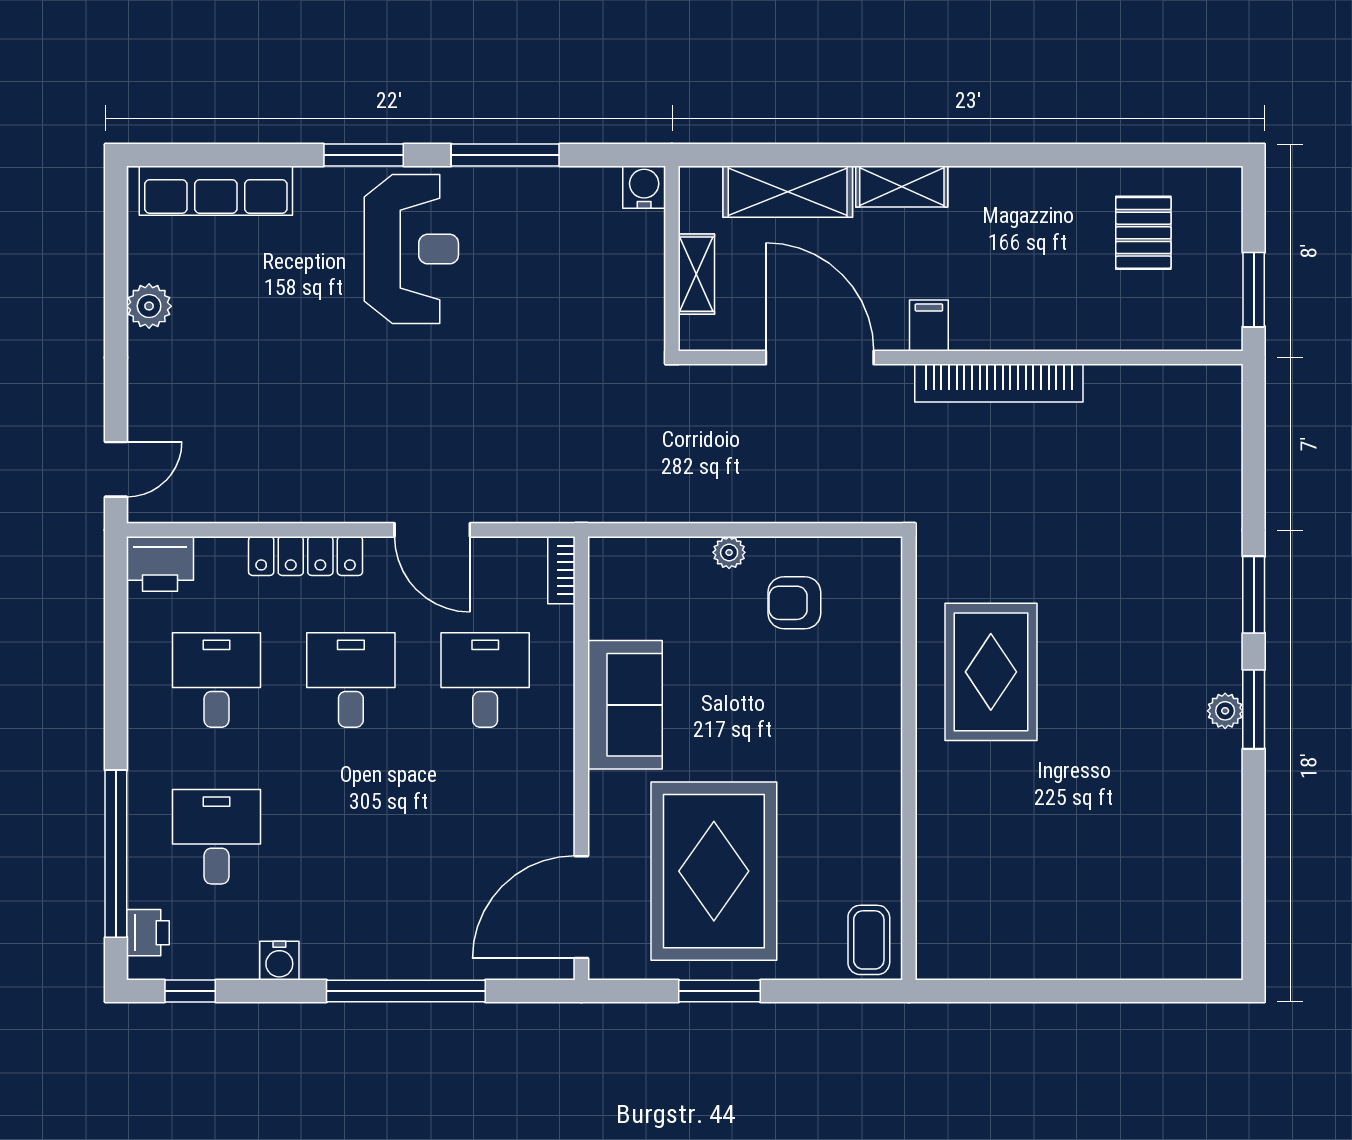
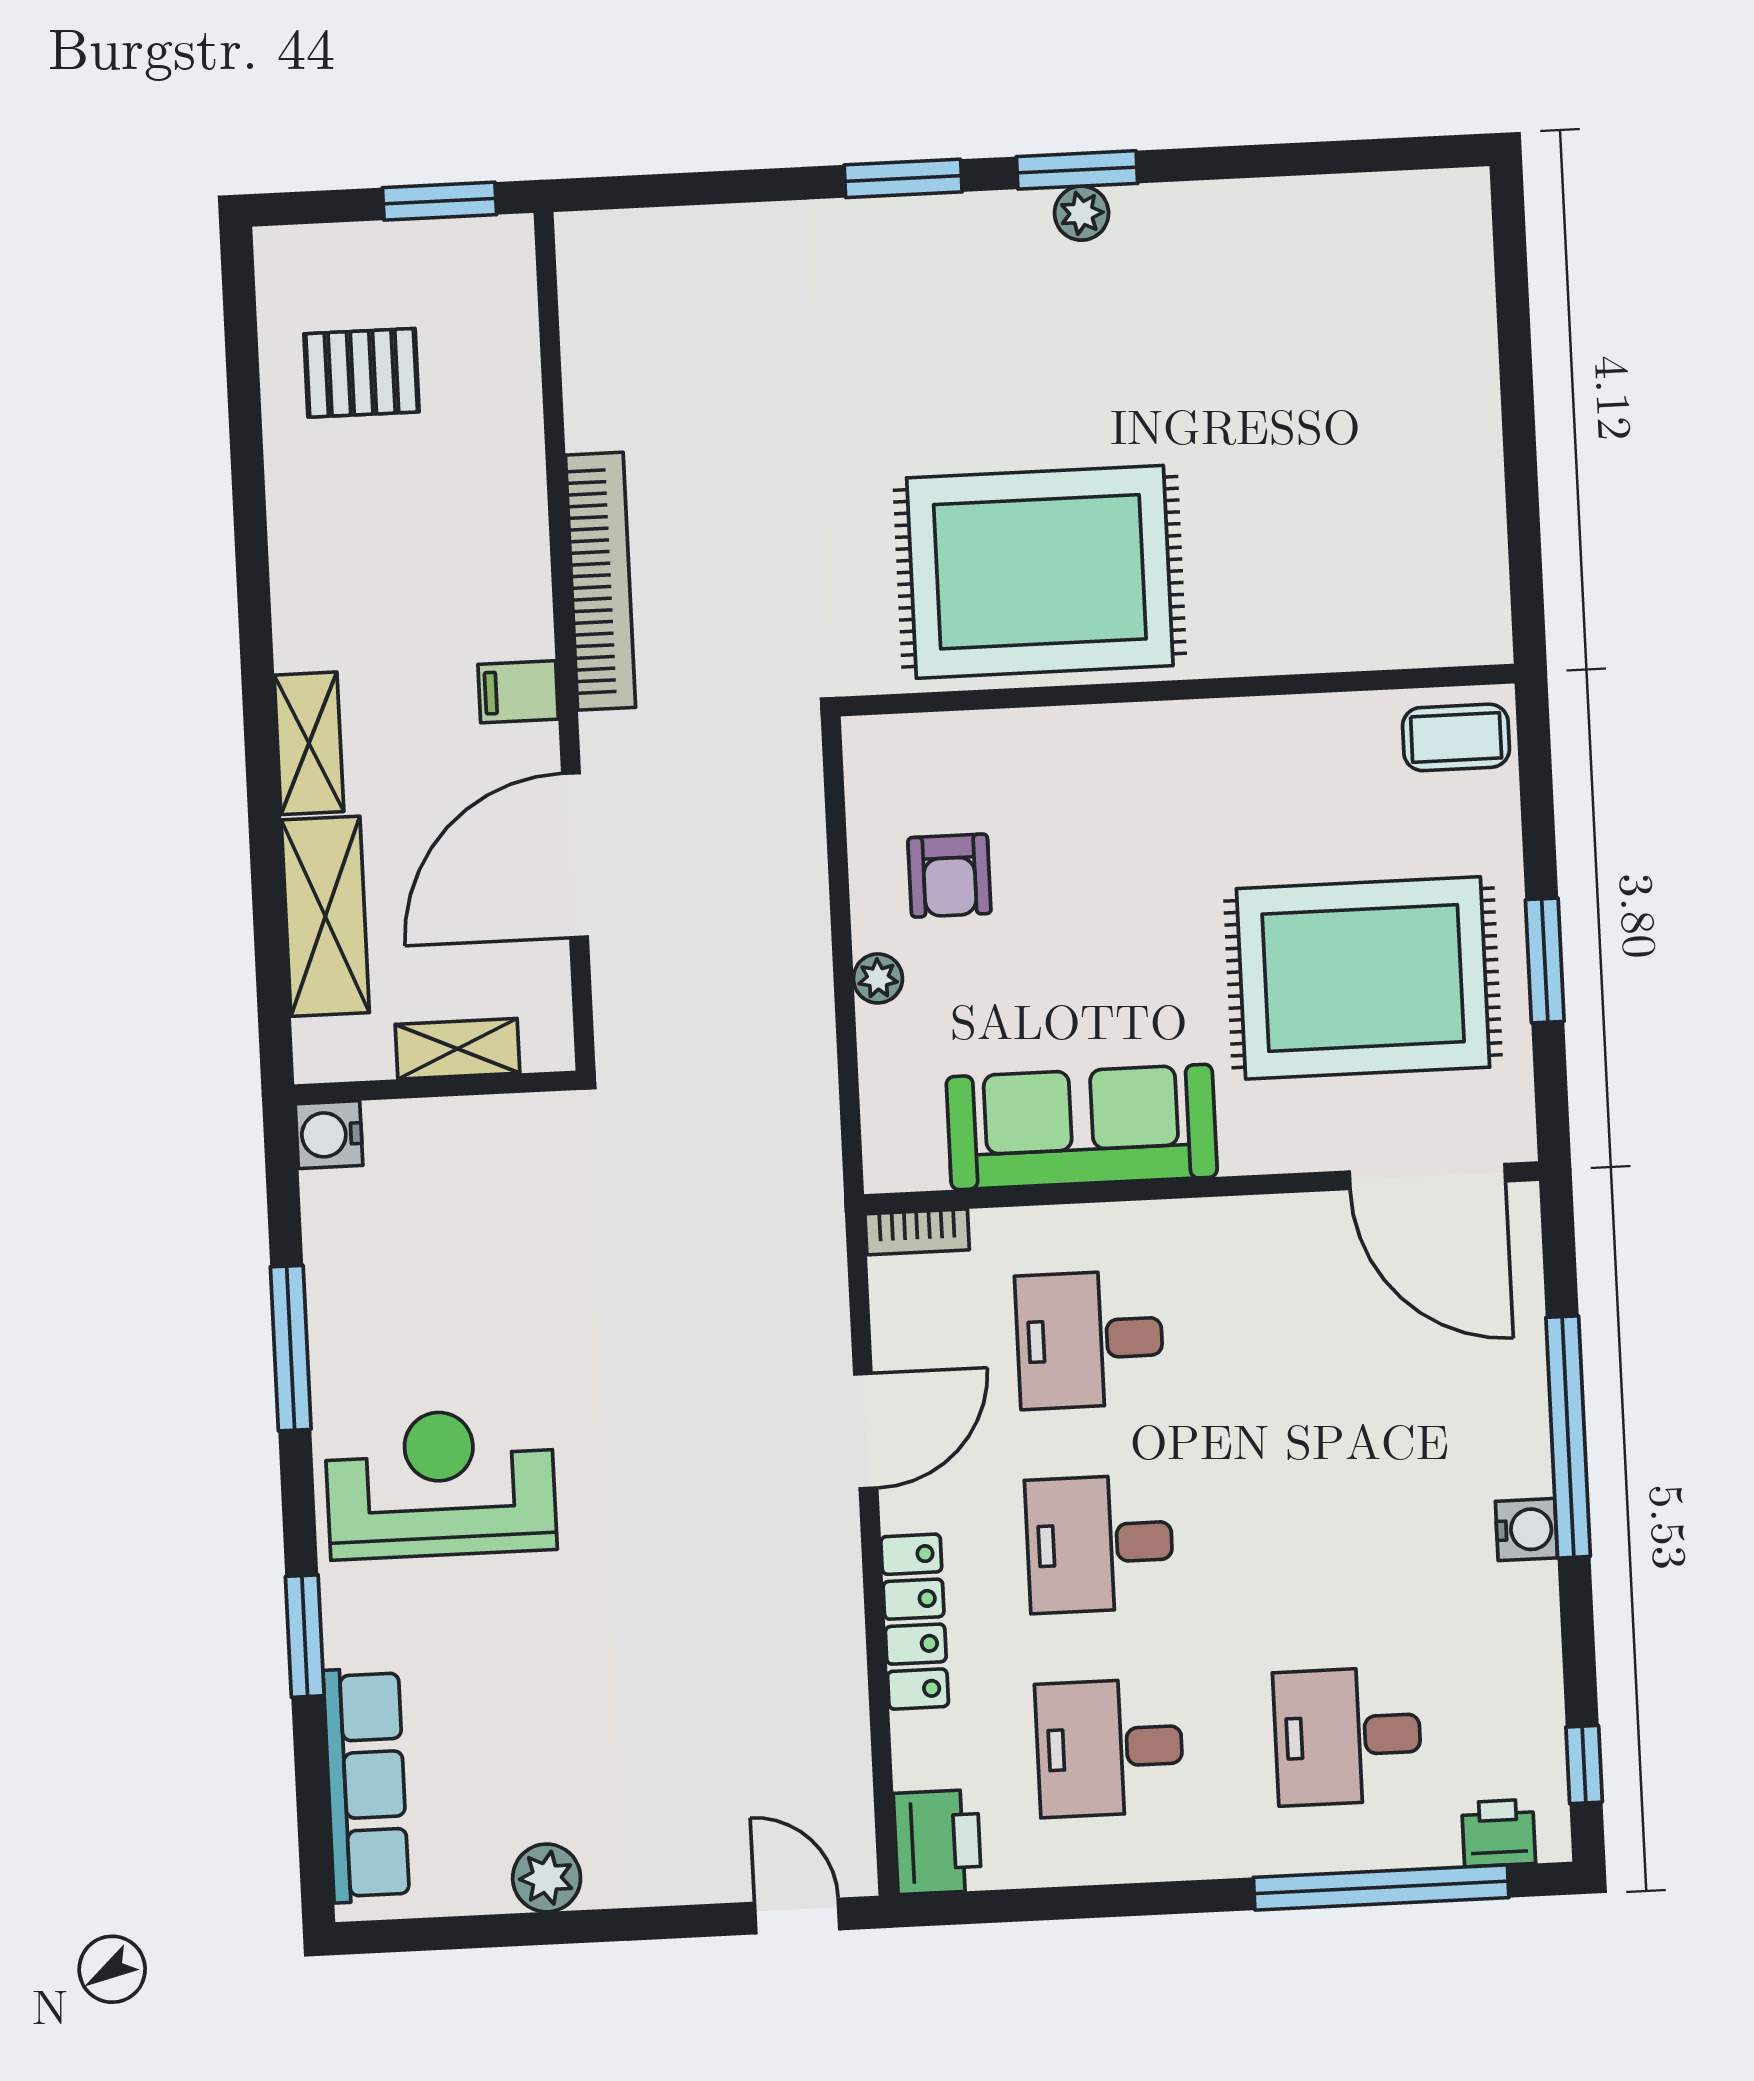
window: (364, 155) -> (305, 1636), moved
rug: (991, 672) -> (1040, 572), width x1.37, depth x1.44
sofa: (625, 705) -> (1082, 1127), width x1.36
water cooler: (279, 961) -> (1526, 1530), moved

